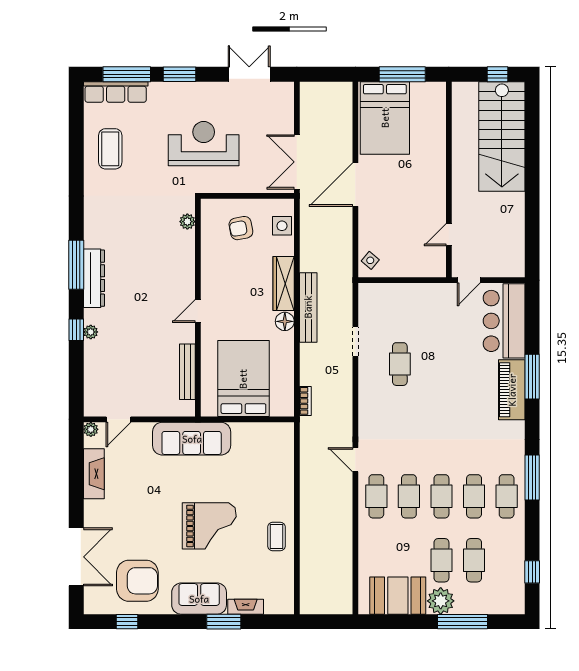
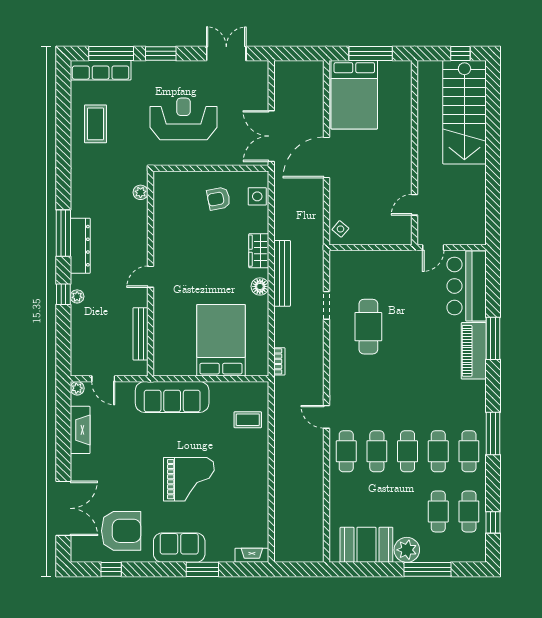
plant: (187, 222) -> (141, 192), moved
wardrobe: (284, 283) -> (259, 251), width x0.67
wall: (198, 308) -> (151, 274), moved
door: (198, 311) -> (151, 277), moved
cafe table: (400, 364) -> (368, 327), width x1.37, depth x1.35
bench: (187, 372) -> (141, 334), moved
door: (119, 419) -> (103, 379), hinge flipped
coffee table: (276, 537) -> (248, 420), moved, turned 90
cafe table: (441, 560) -> (469, 511), moved
fireplace: (246, 607) -> (252, 555), moved

